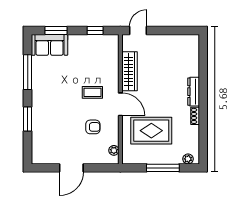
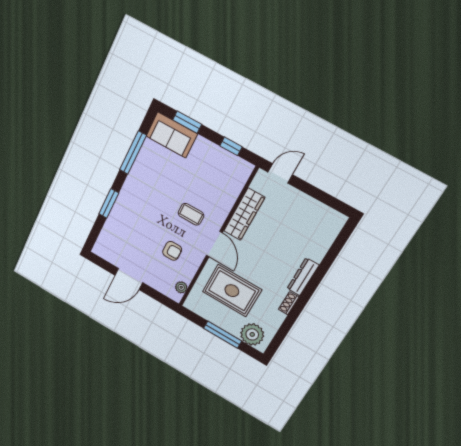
plant: (188, 159) -> (252, 334), width x1.88, depth x1.88

